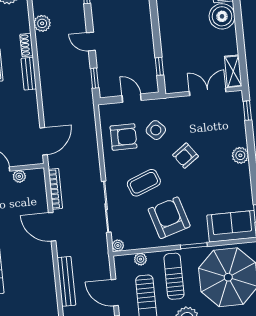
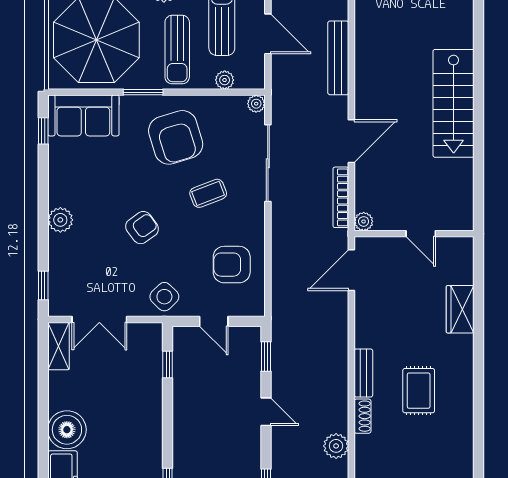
side table: (156, 130) -> (164, 297), moved
plant: (19, 176) -> (364, 221), moved
coffee table: (144, 183) -> (208, 193), width x0.73, depth x0.77
door: (52, 227) -> (351, 141), hinge flipped

